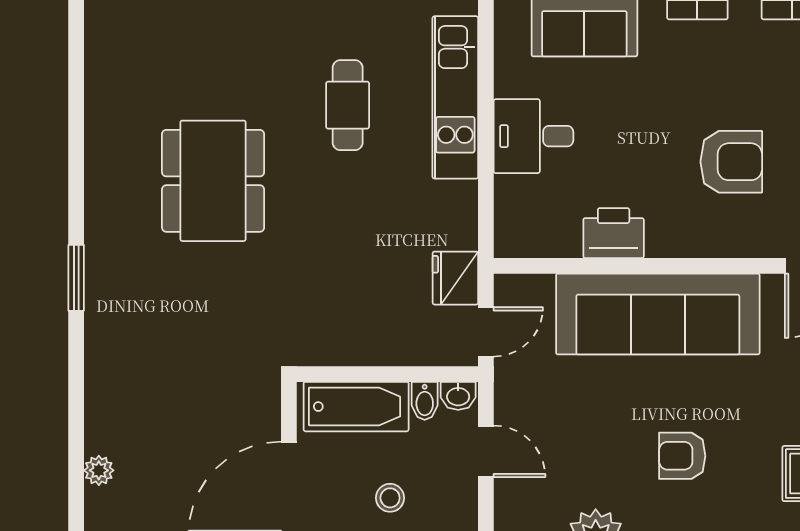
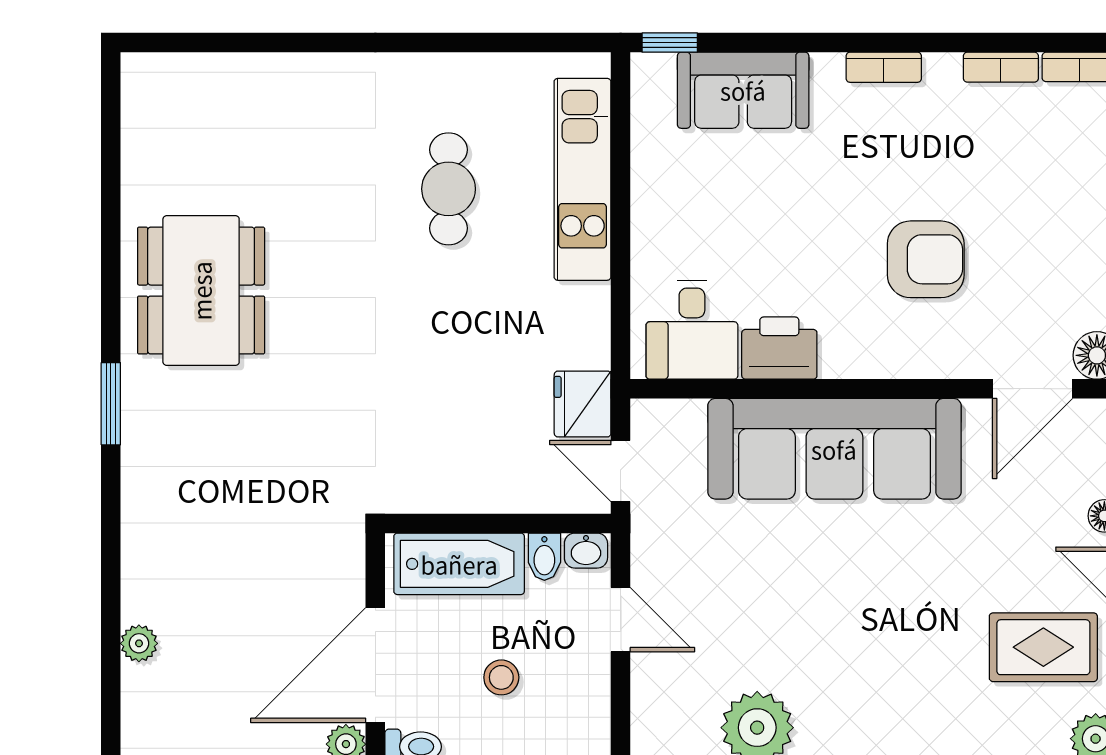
desk: (533, 136) -> (692, 330), moved, turned -90
dining table: (213, 181) -> (201, 291), moved
door: (486, 332) -> (621, 471), swing flipped
armchair: (682, 456) -> (865, 625), removed

